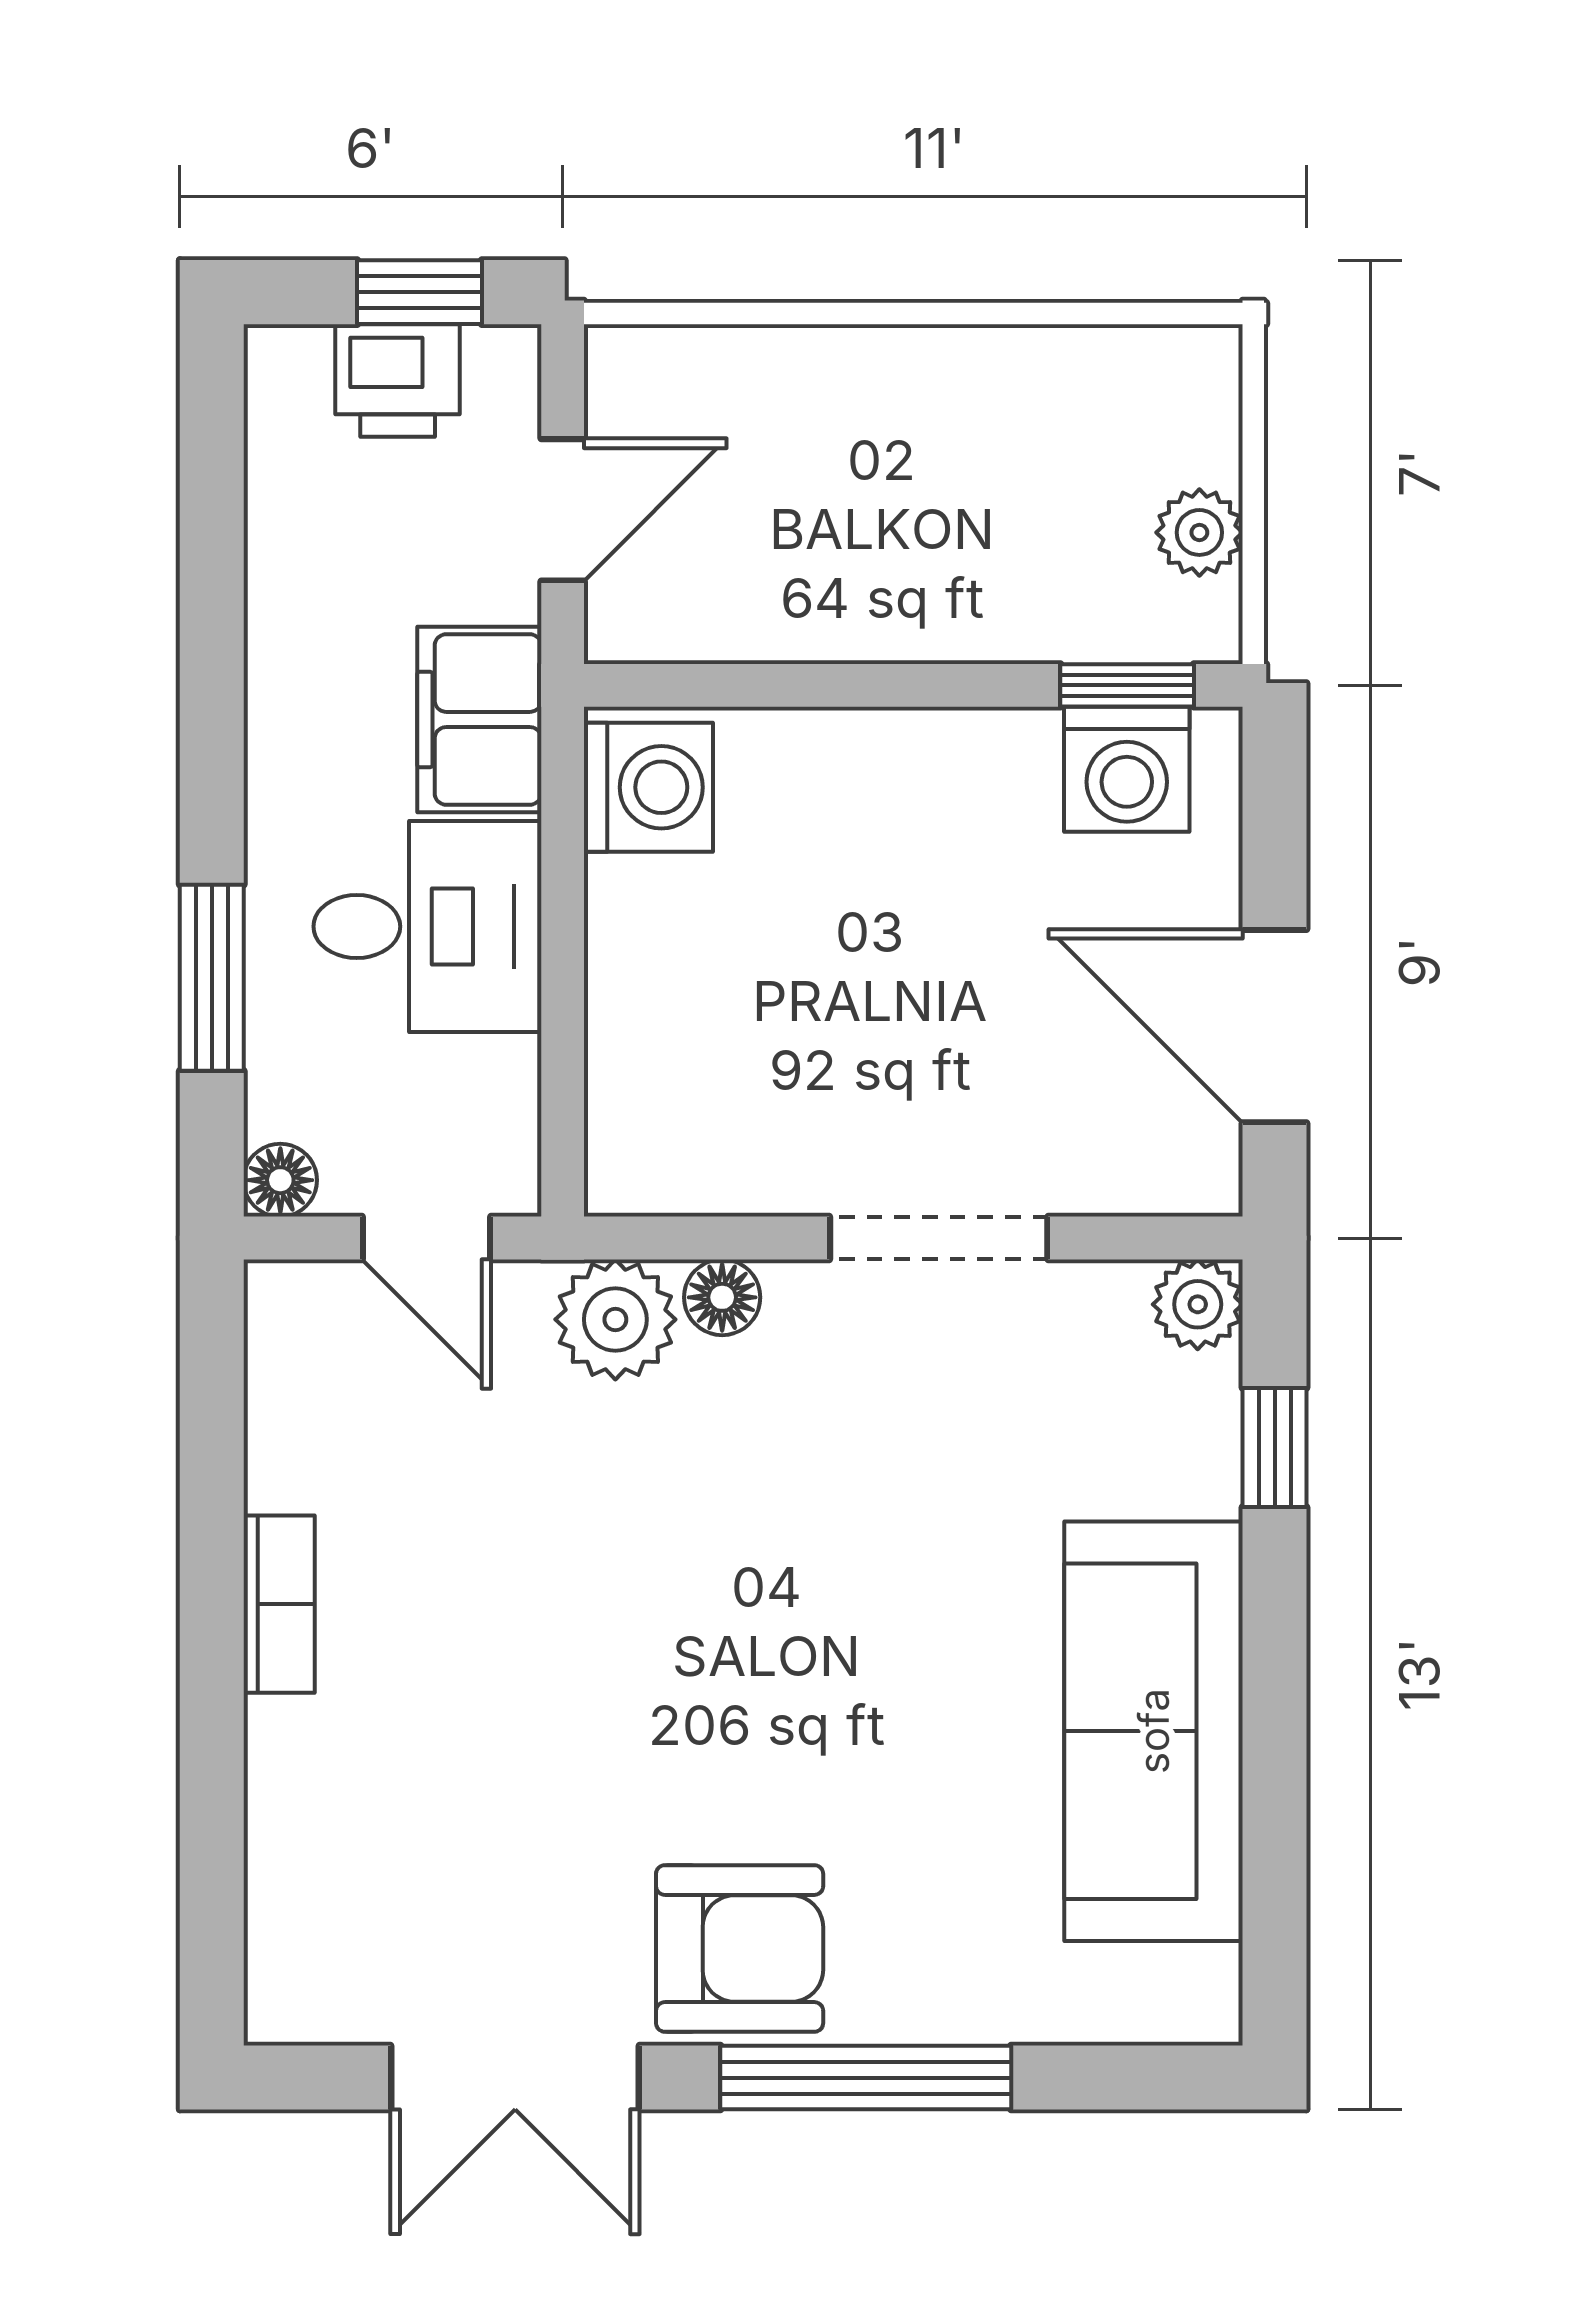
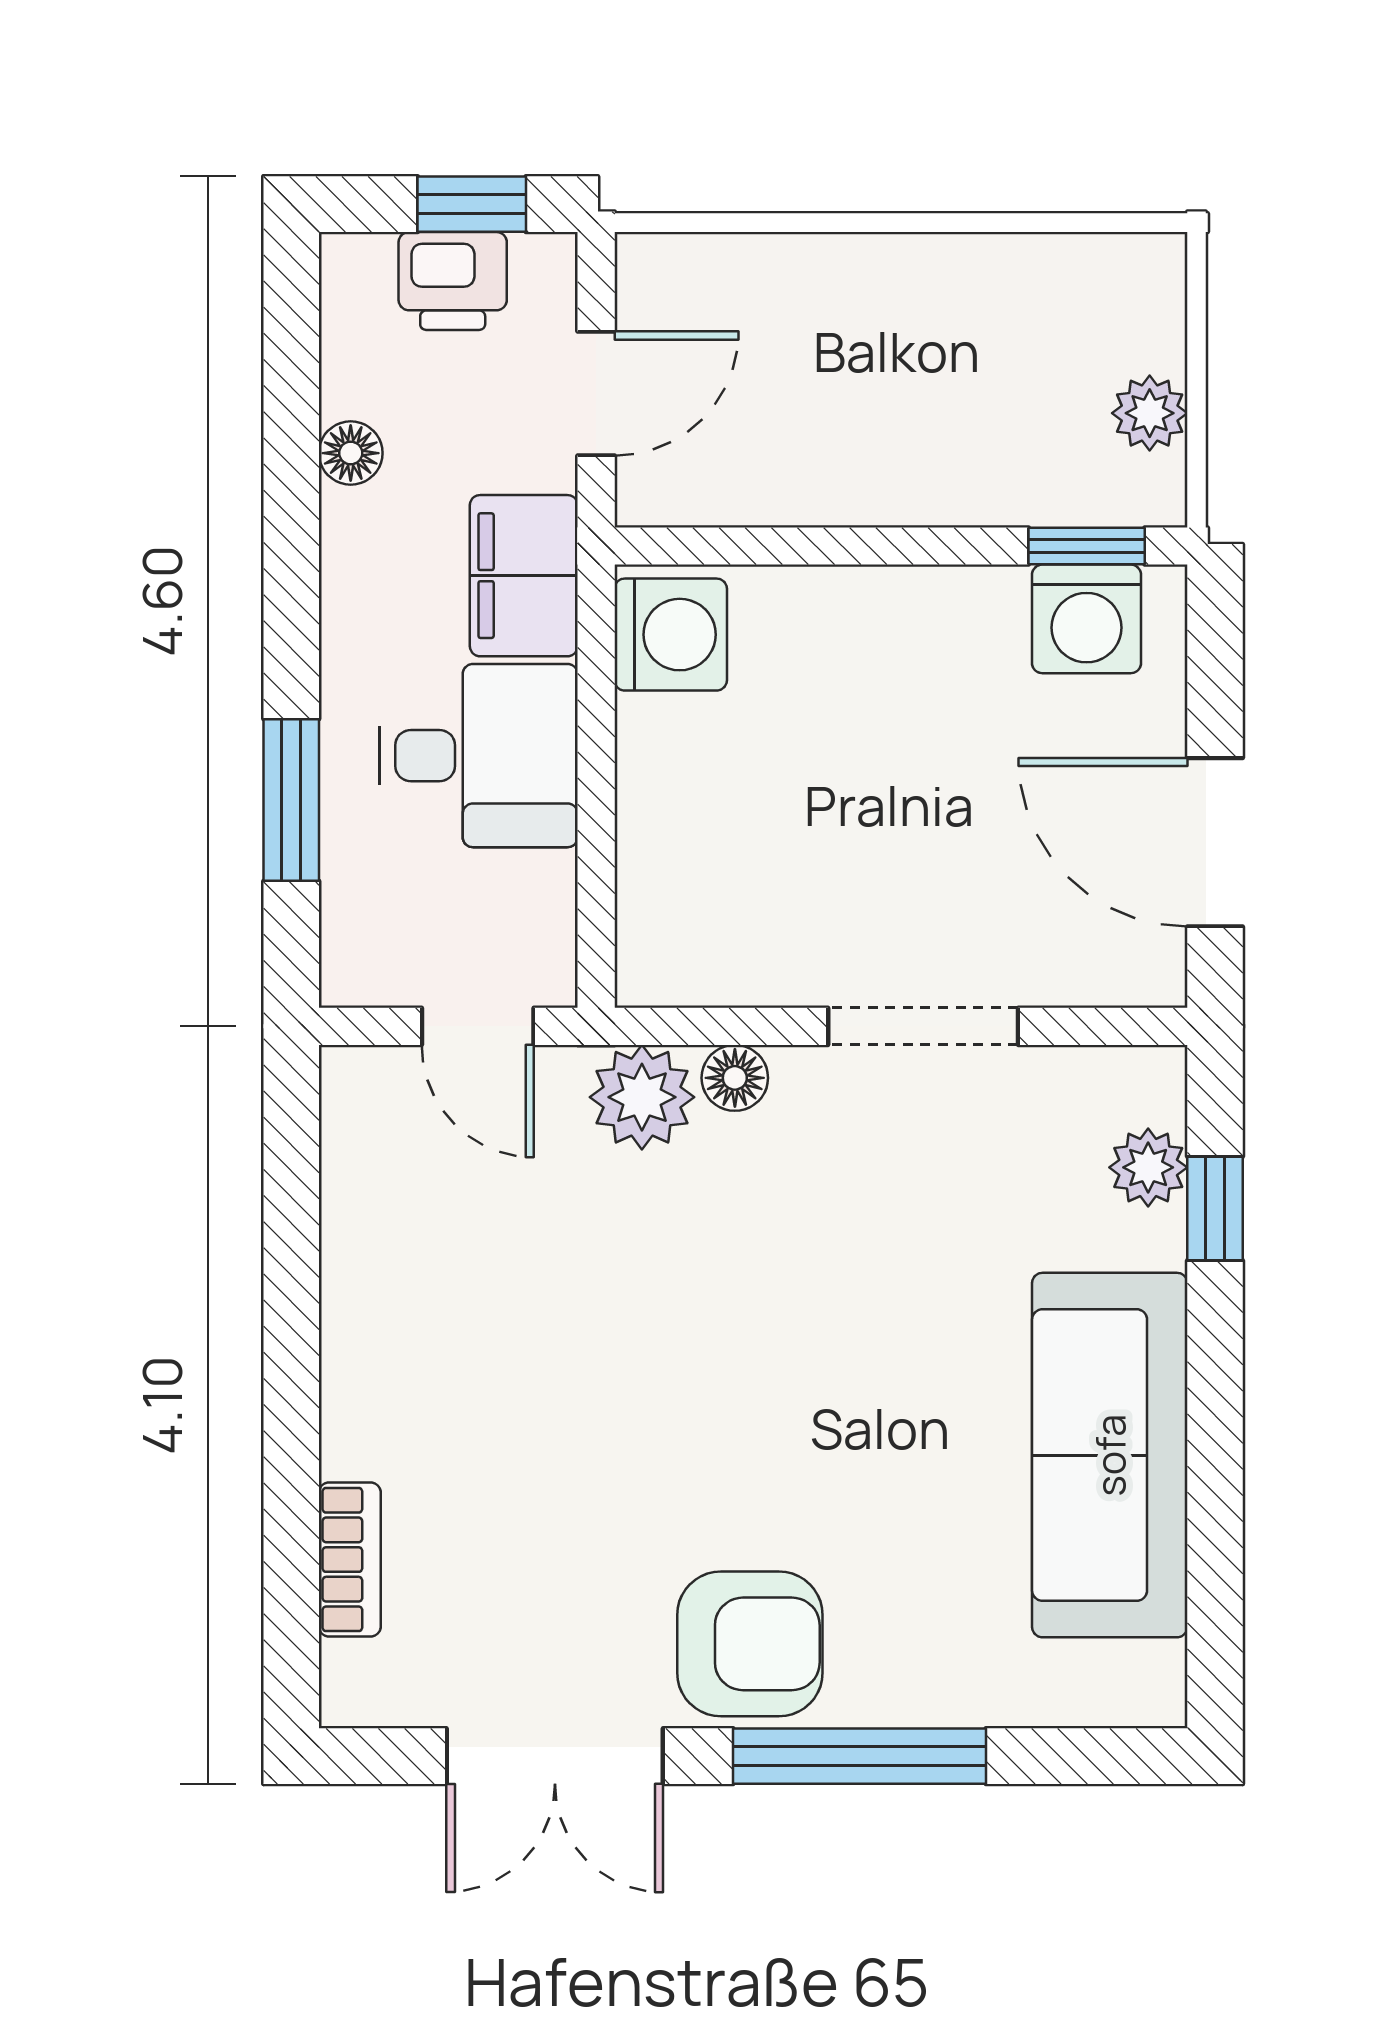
floor lamp: (280, 1180) -> (351, 453), moved
plant: (1198, 1304) -> (1148, 1167), moved
bookcase: (279, 1604) -> (350, 1560), moved

